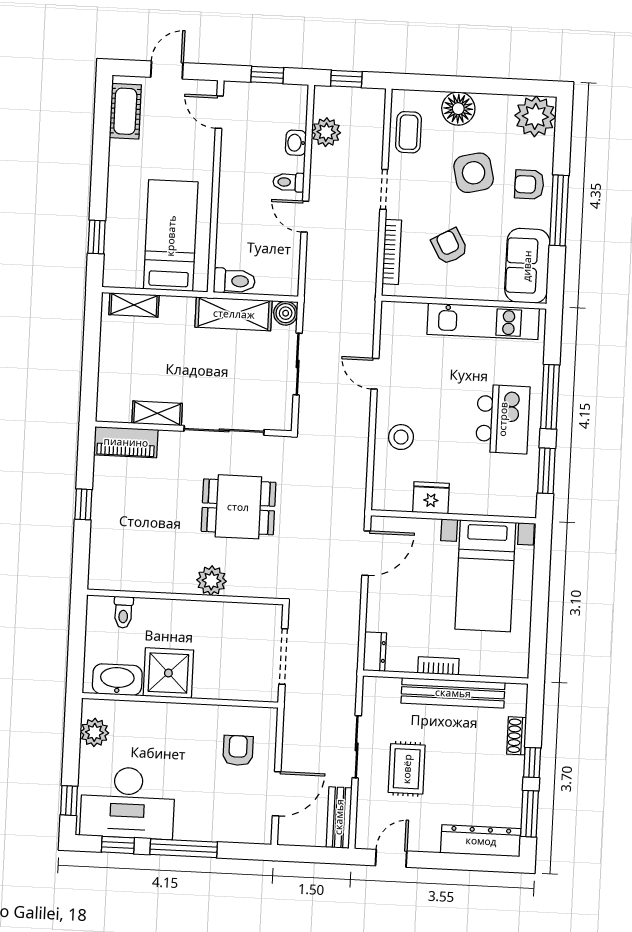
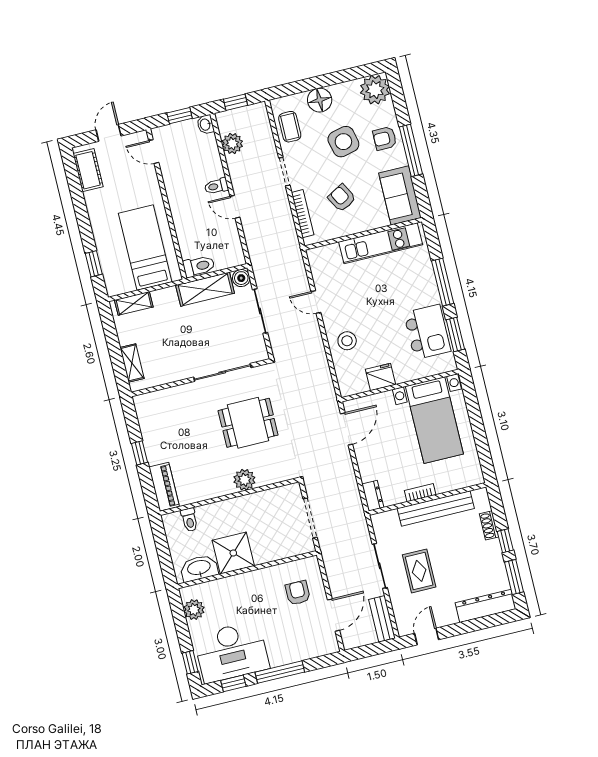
washbasin: (296, 143) -> (205, 125), moved
shelving: (157, 413) -> (132, 363), moved, turned 90
kitchen island: (503, 419) -> (427, 332), moved
piano: (126, 442) -> (164, 487), moved, turned -90

